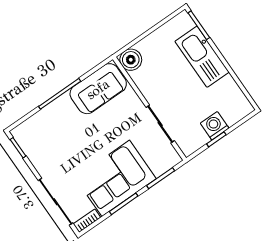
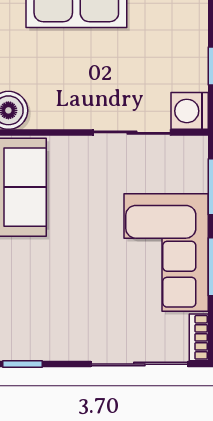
washing machine: (215, 126) -> (190, 111), moved

